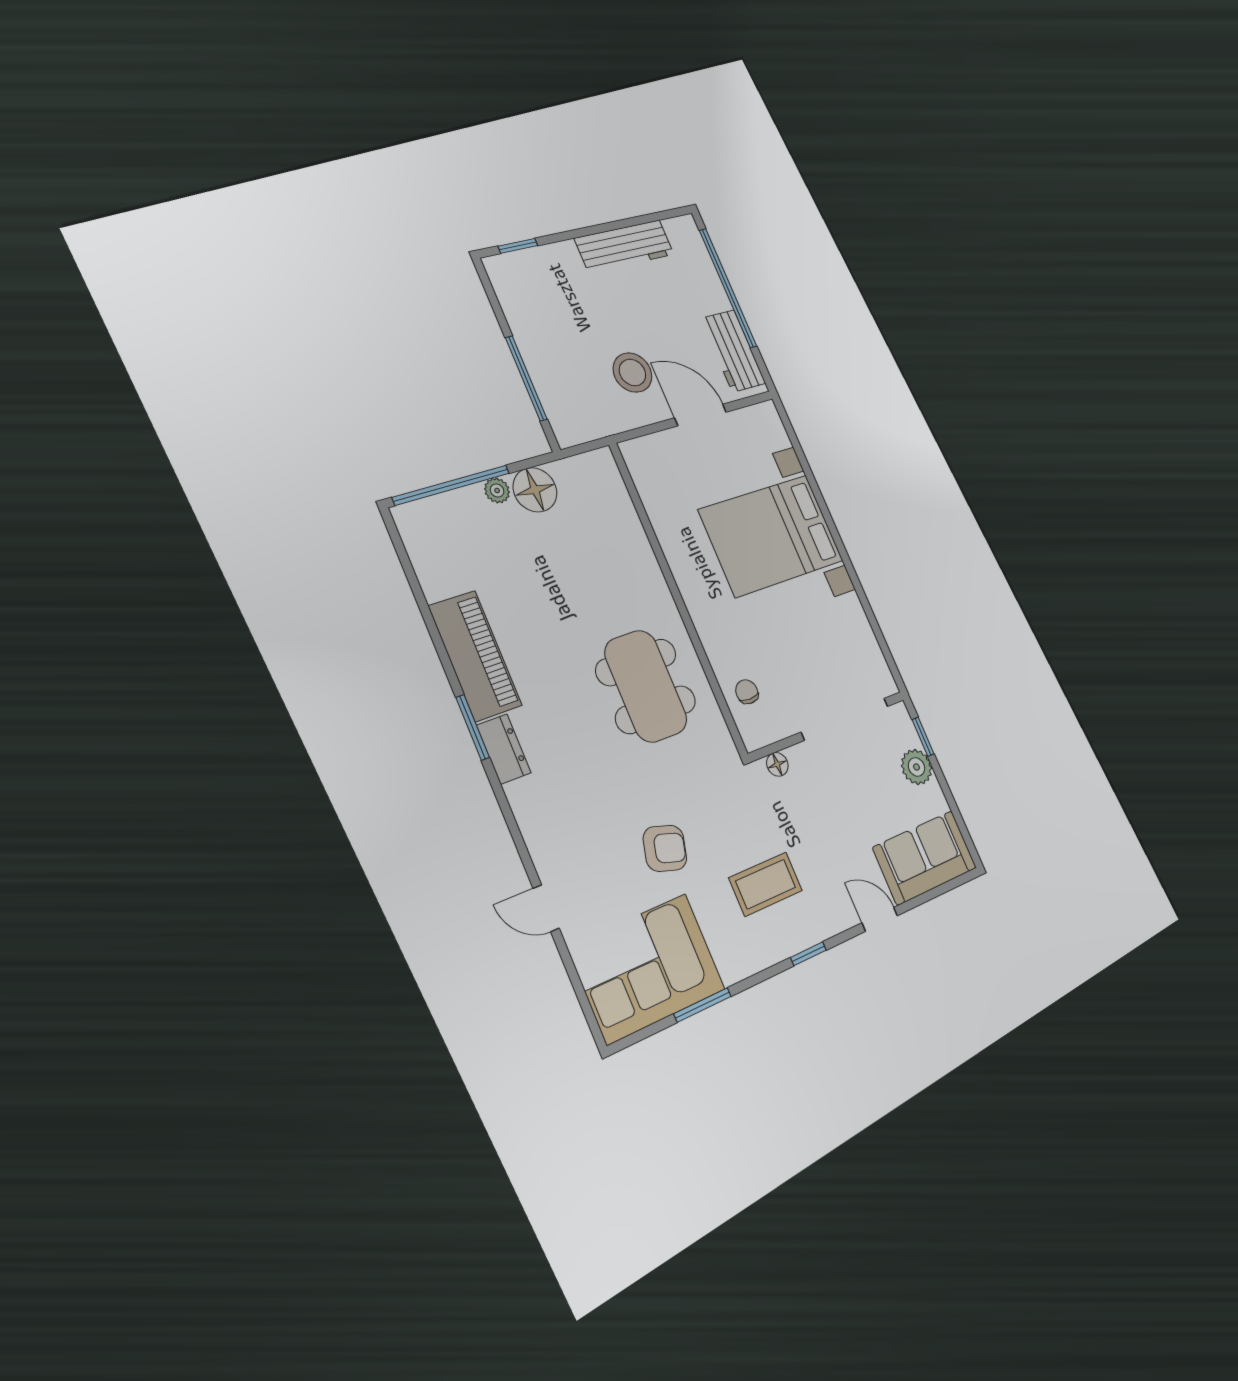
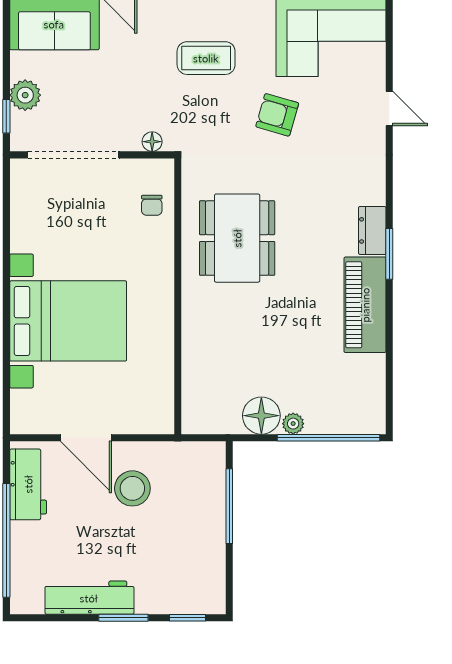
window: (582, 232) -> (123, 618), added

